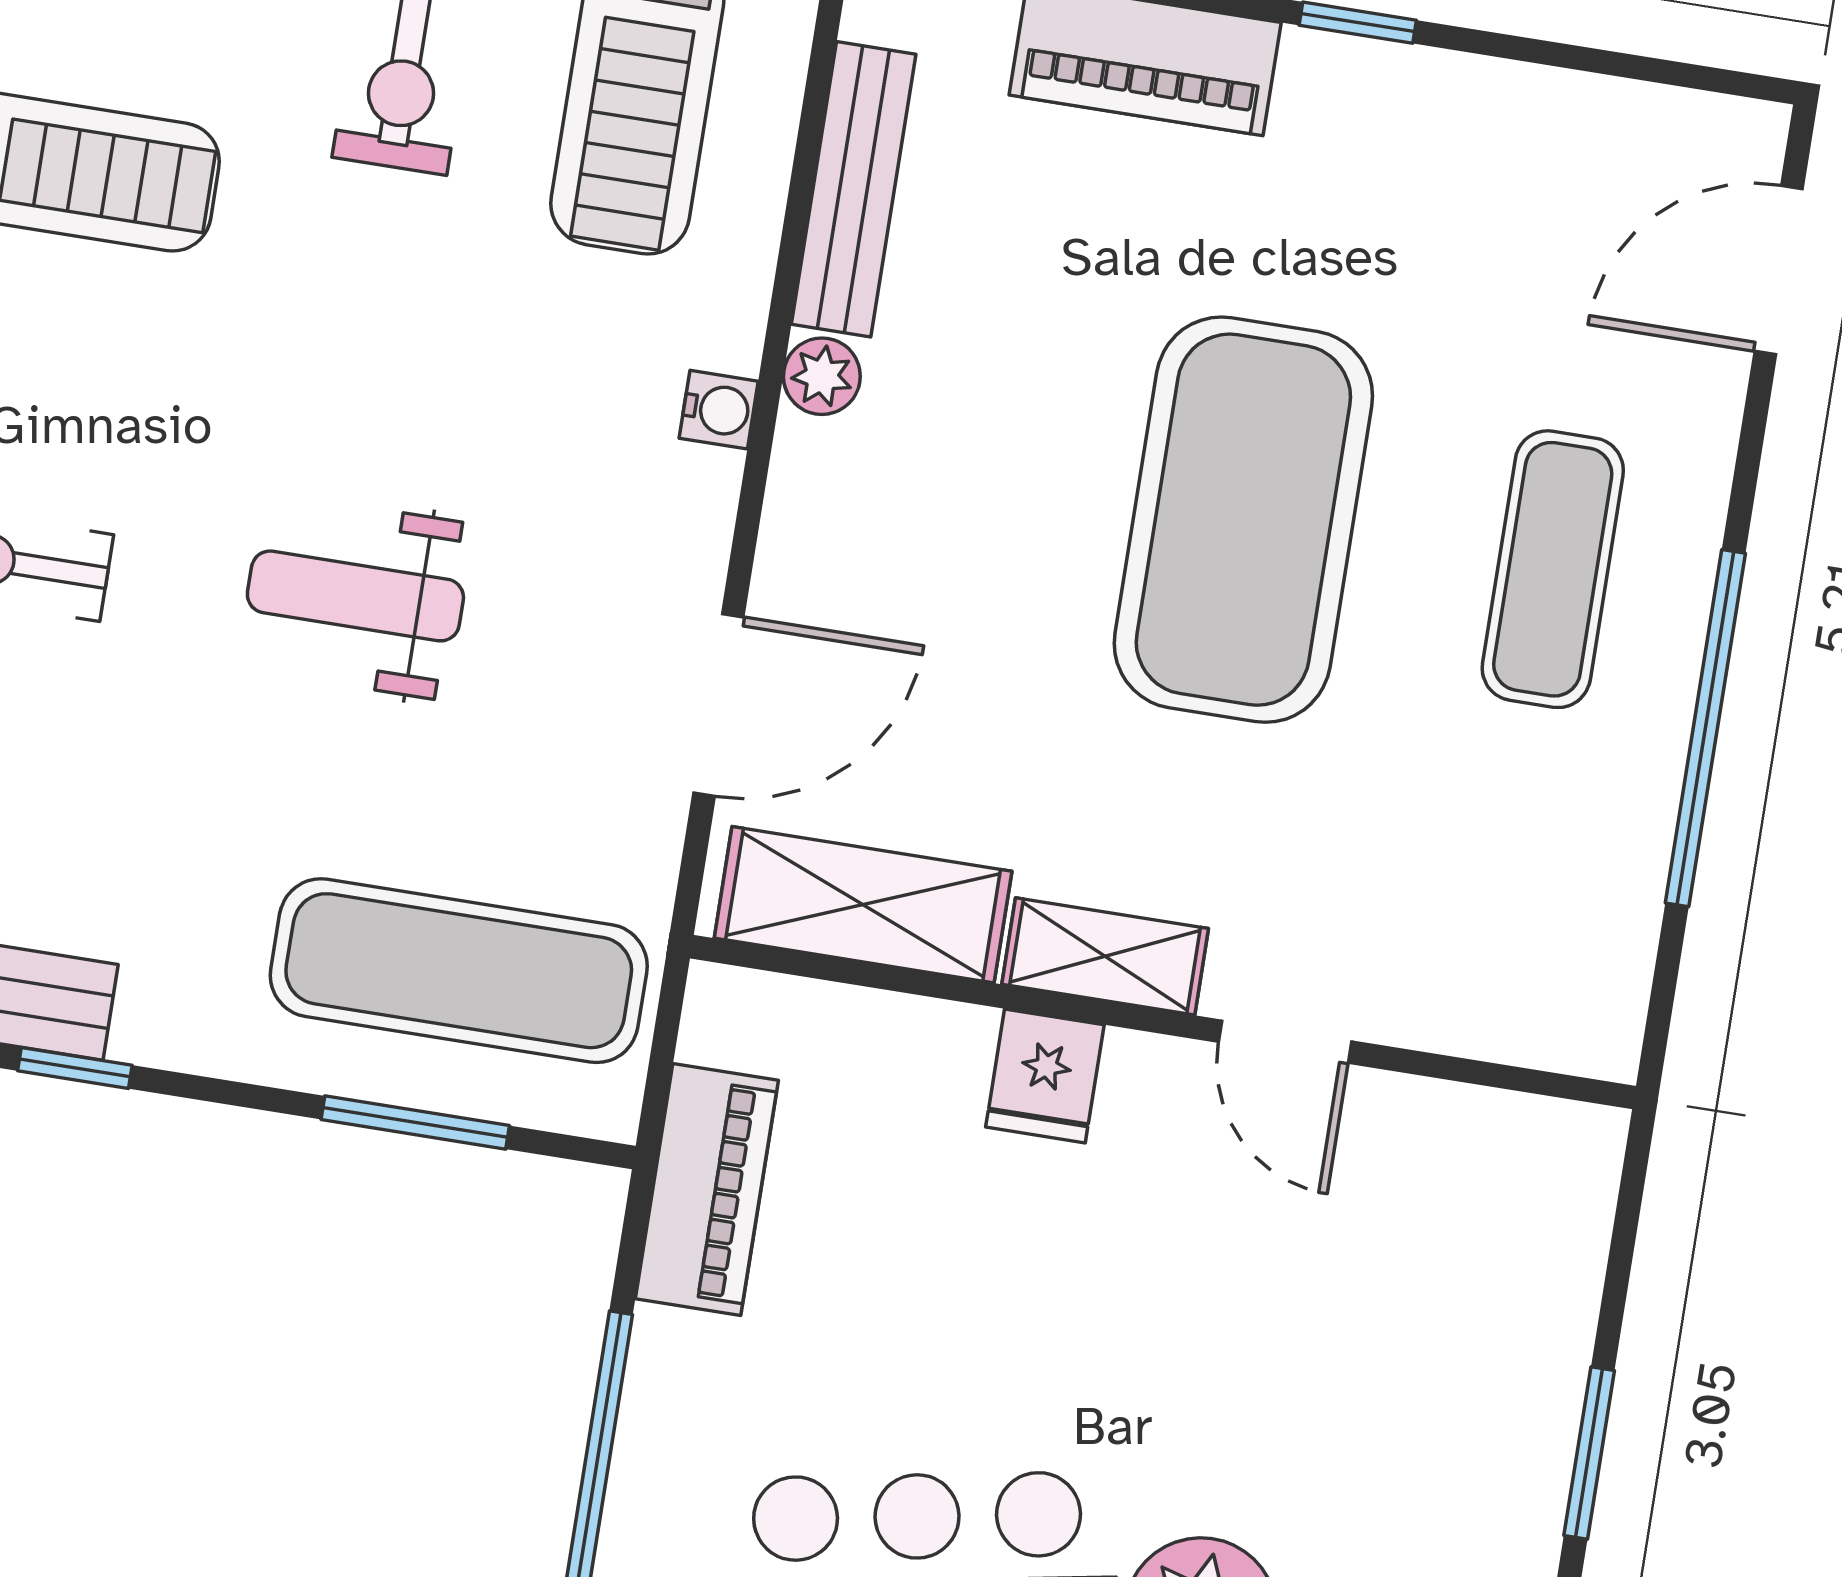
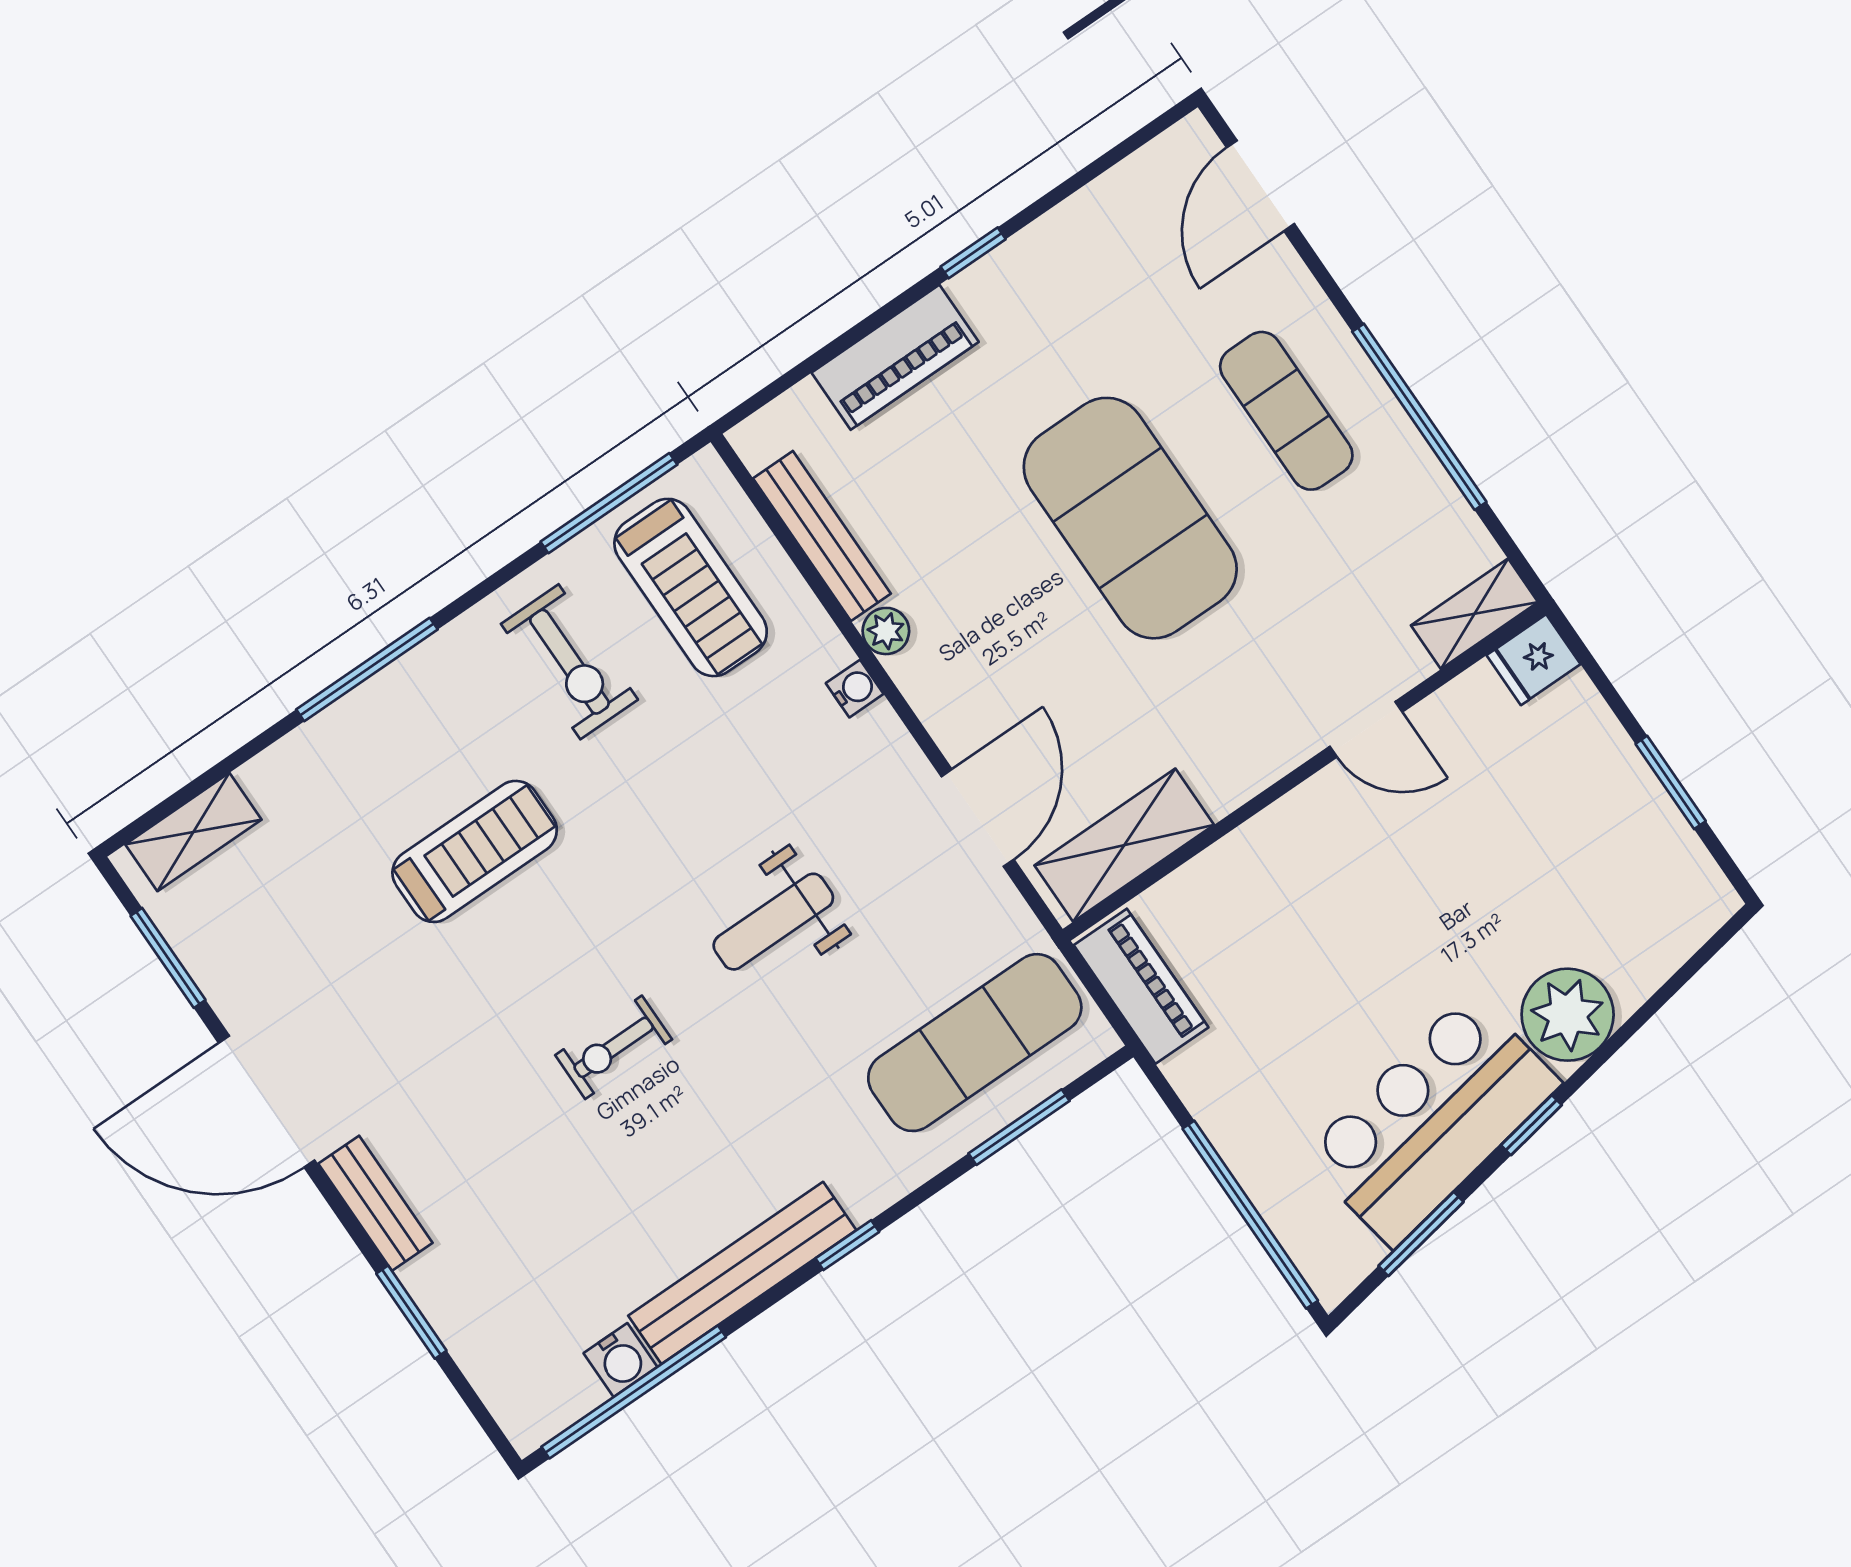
shelving: (1105, 956) -> (1474, 614), moved
fridge: (1045, 1076) -> (1534, 660), moved, turned 90
piano: (707, 1190) -> (1141, 986), moved

